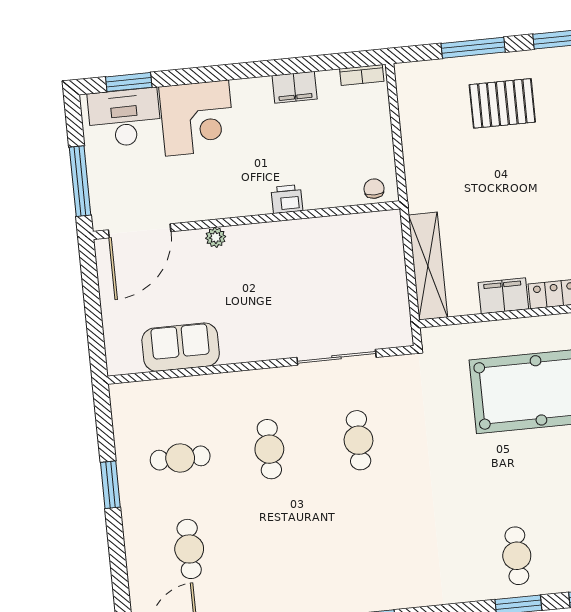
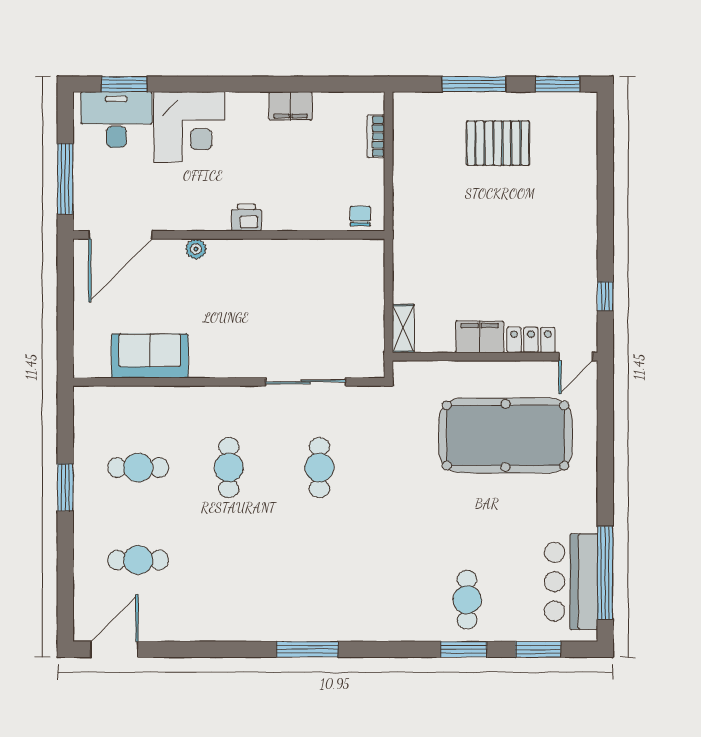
bookcase: (362, 75) -> (376, 136), moved, turned 90
printer: (287, 199) -> (246, 218), moved
shelving: (428, 266) -> (403, 328), width x0.45, depth x0.75
cafe table: (189, 549) -> (138, 560), turned 90

